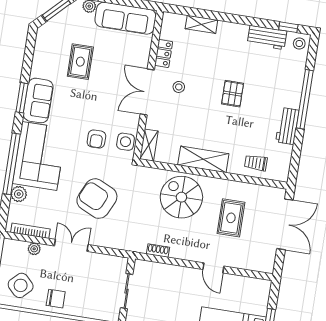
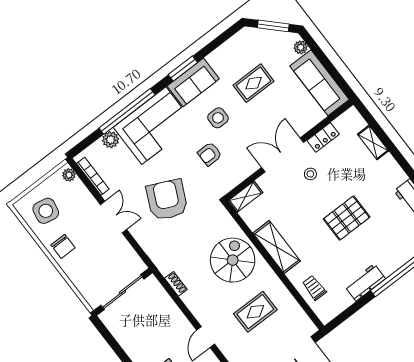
pallet: (233, 94) -> (347, 218), width x1.50, depth x1.42
side table: (125, 142) -> (218, 118), moved
plant: (34, 249) -> (69, 175), moved
side table: (21, 285) -> (46, 211), turned -34
sliding door: (127, 291) -> (123, 292), width x1.37

